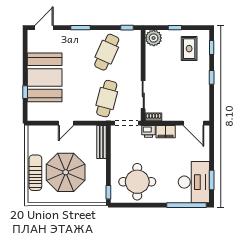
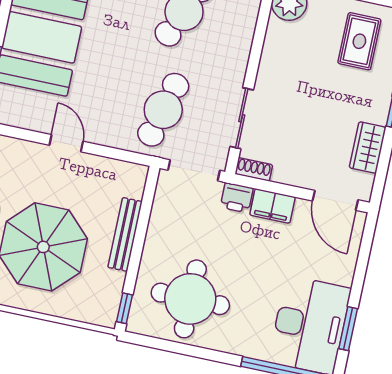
wardrobe: (203, 96) -> (368, 148), added
door: (66, 123) -> (66, 143), swing flipped
bench: (101, 142) -> (125, 234), moved

